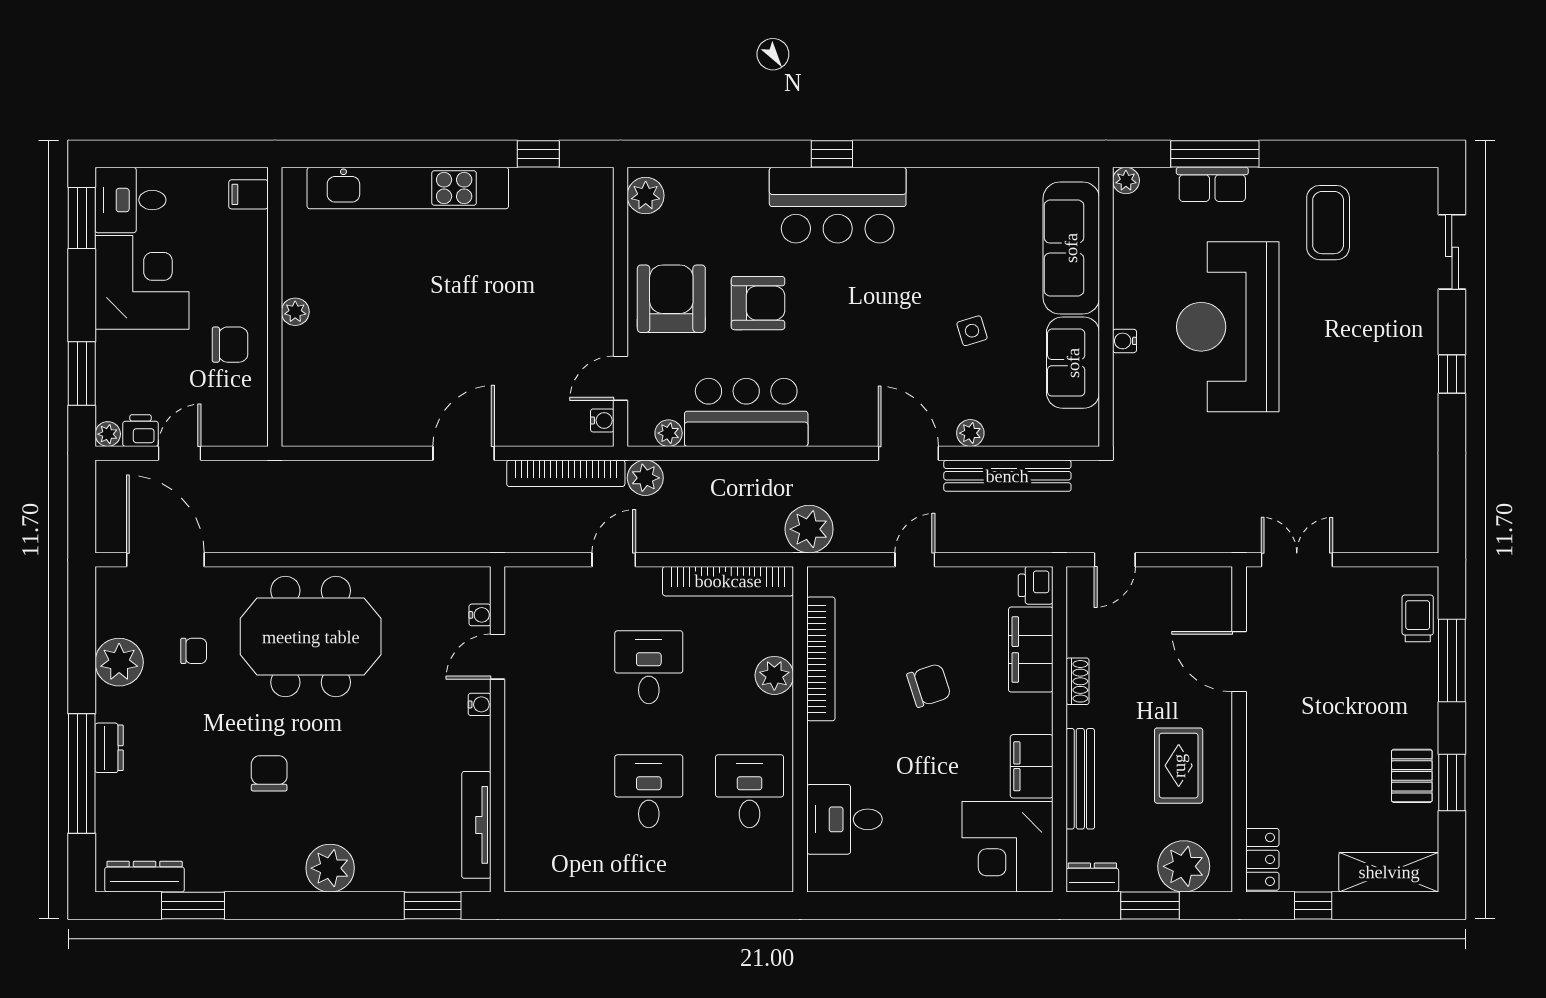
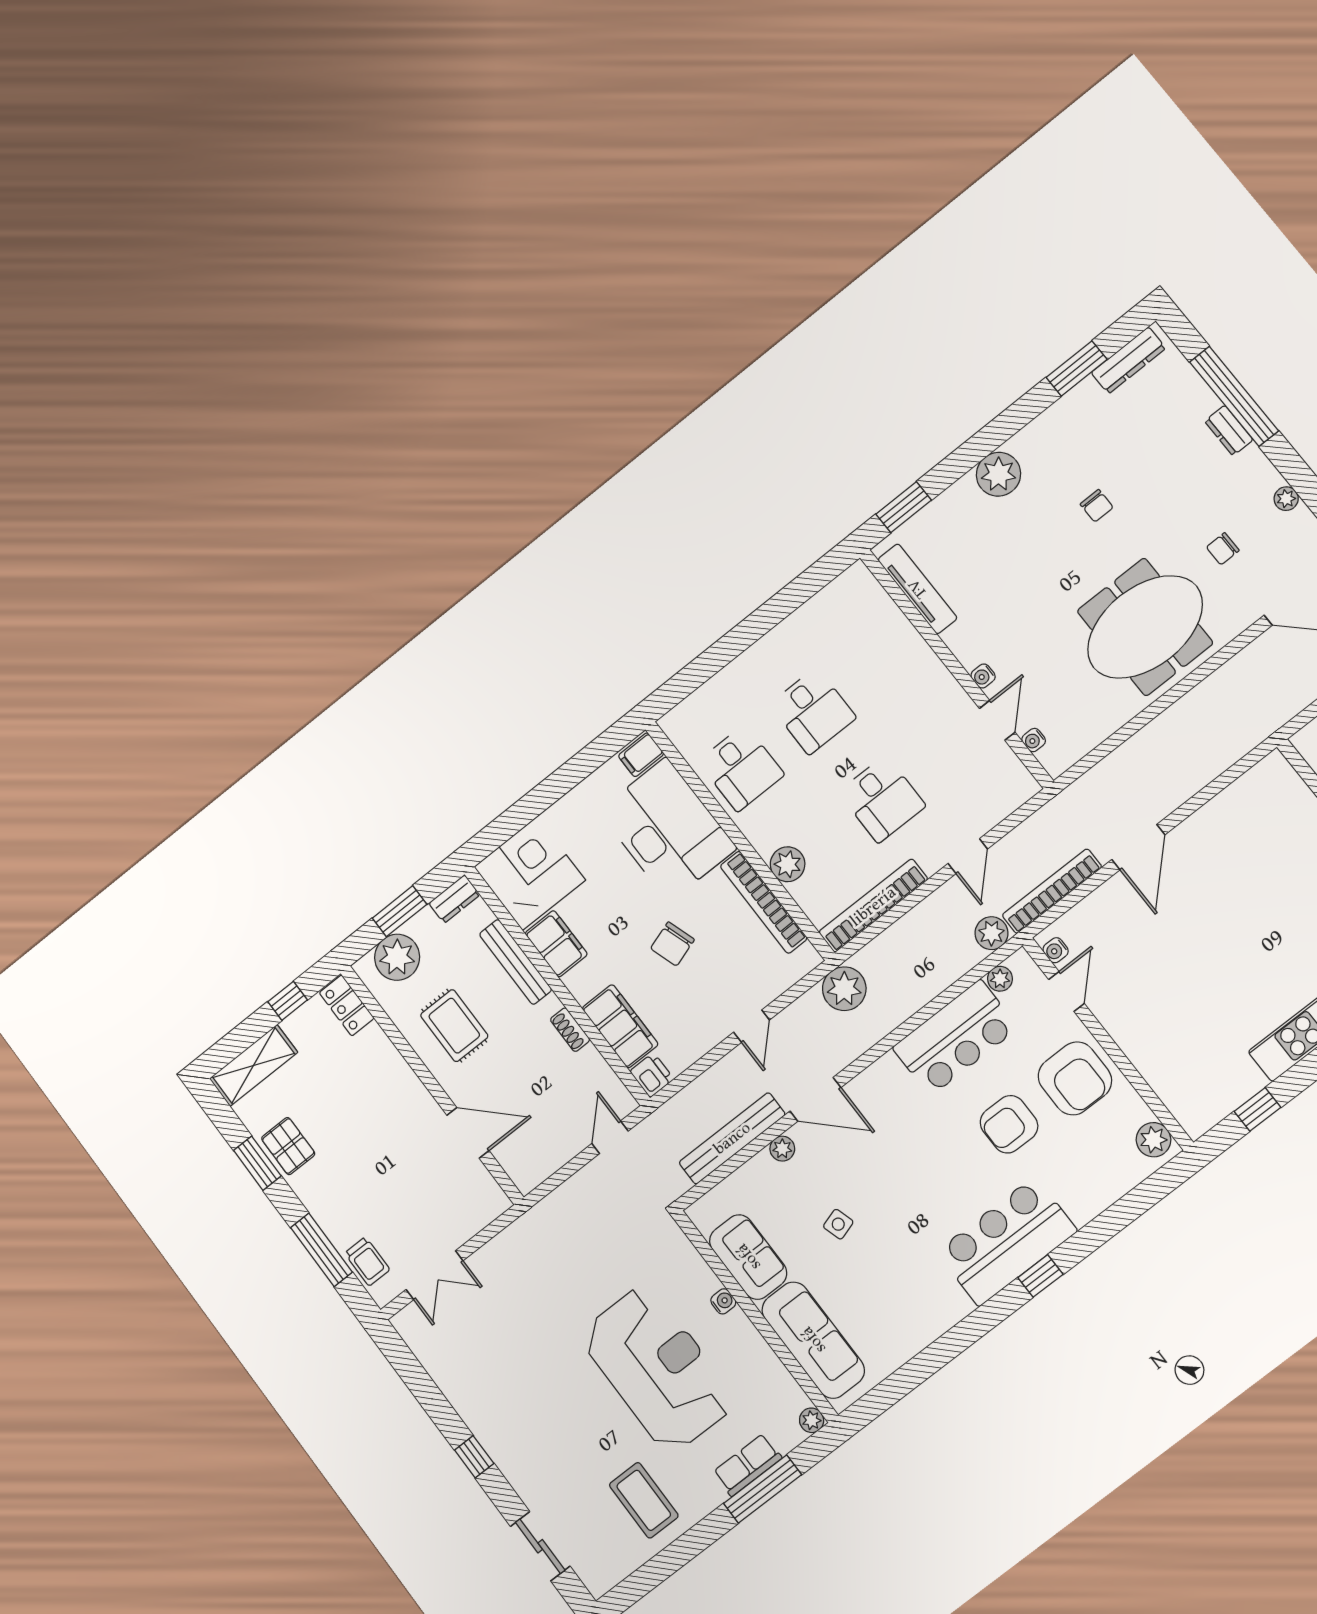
double door: (1297, 560) -> (435, 1275), moved
plant: (119, 662) -> (1286, 499), width x0.53, depth x0.53
chair: (269, 773) -> (1097, 506), width x0.73, depth x0.73
desk: (844, 819) -> (667, 829), width x1.87, depth x1.30
filing cabinet: (828, 873) -> (641, 755), added

